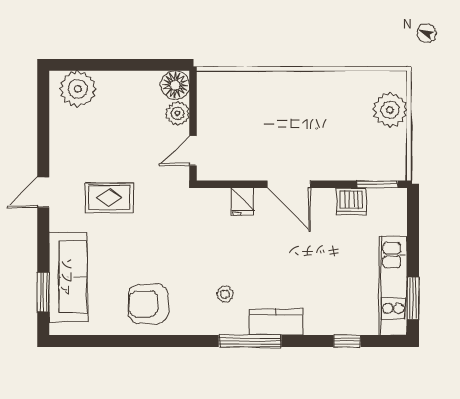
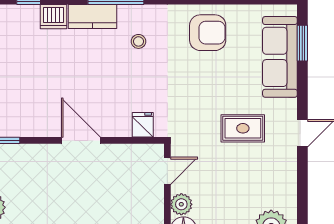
dishwasher: (351, 201) -> (54, 17), moved, turned 180
fridge: (243, 202) -> (143, 125), moved

